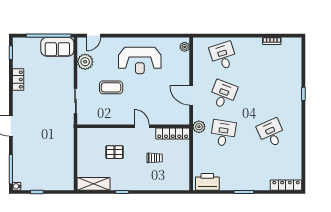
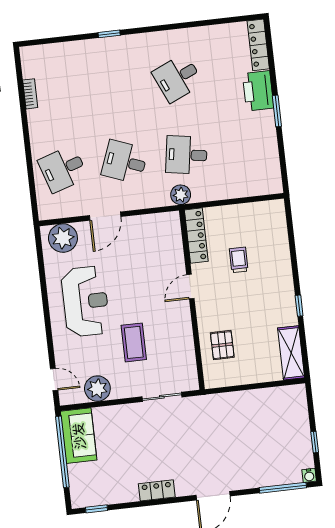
plant: (185, 47) -> (63, 238), width x1.88, depth x1.88
locker: (18, 80) -> (157, 490), moved
door: (191, 95) -> (105, 216), moved
pallet: (115, 152) -> (222, 345), moved
printer: (207, 182) -> (258, 91), moved

